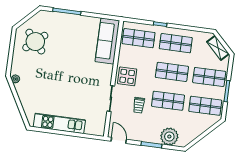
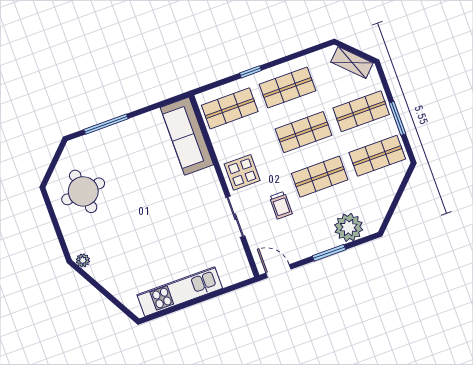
round table: (35, 42) -> (83, 191), turned 34

